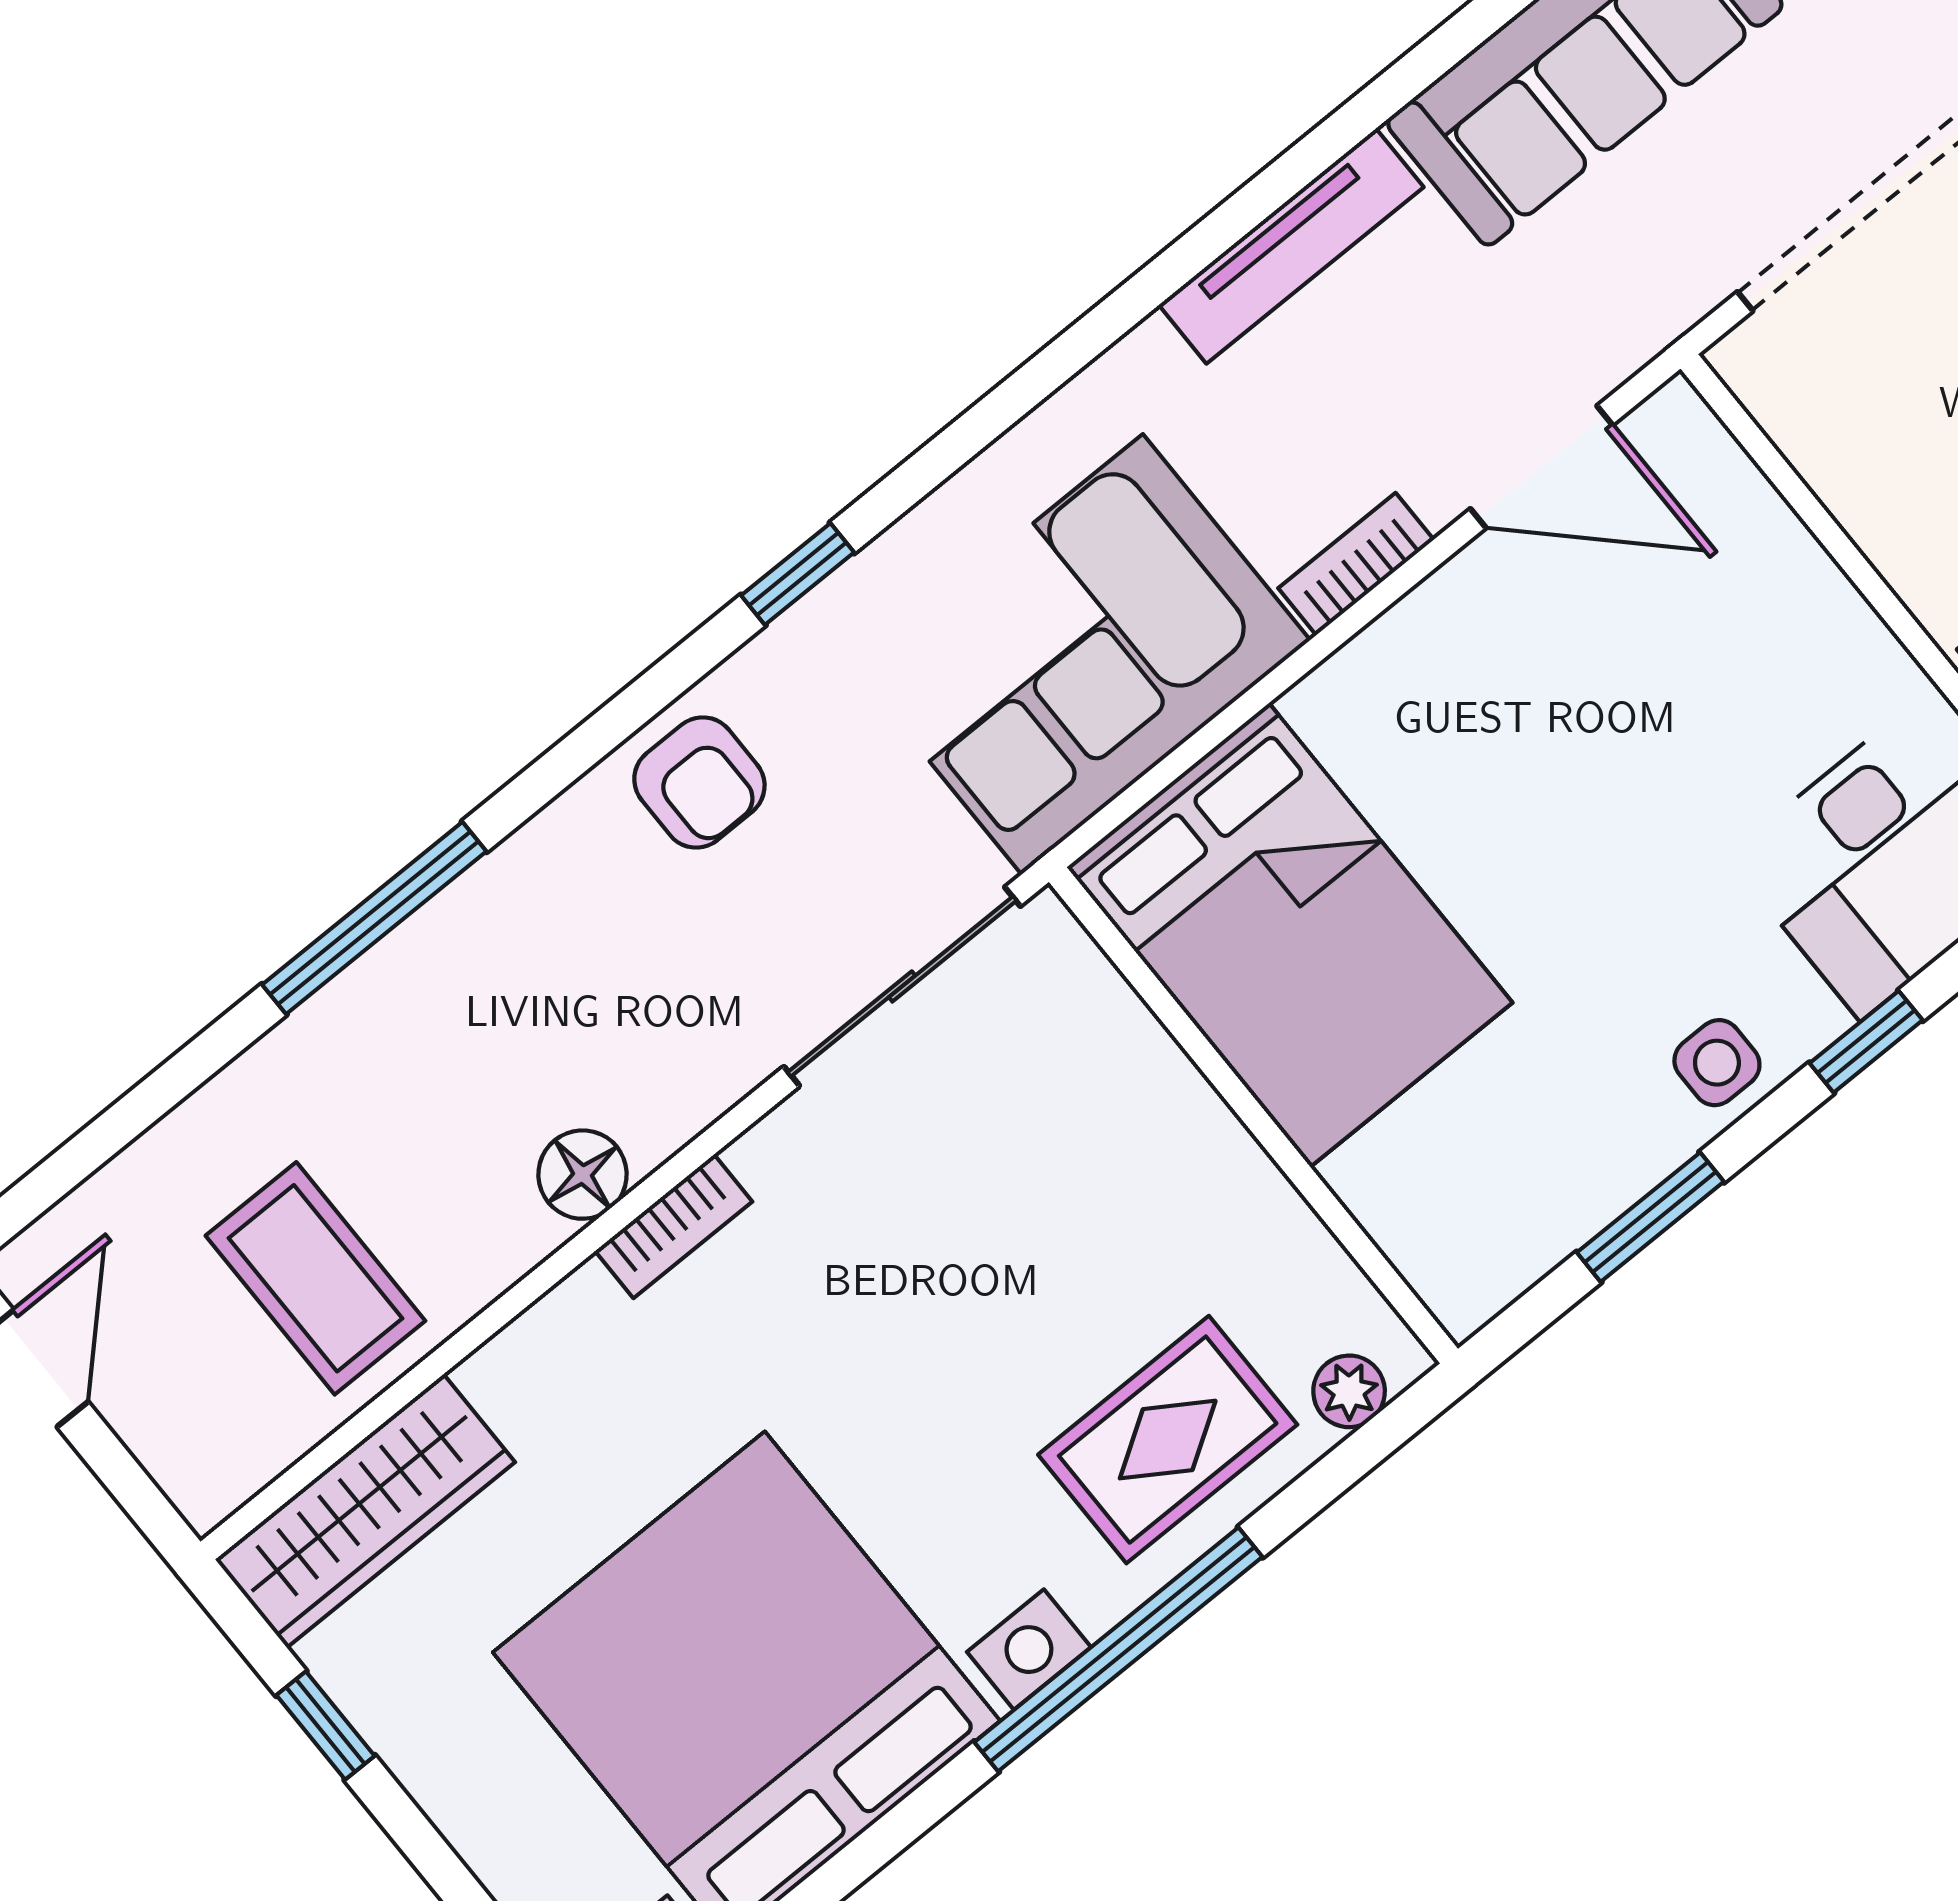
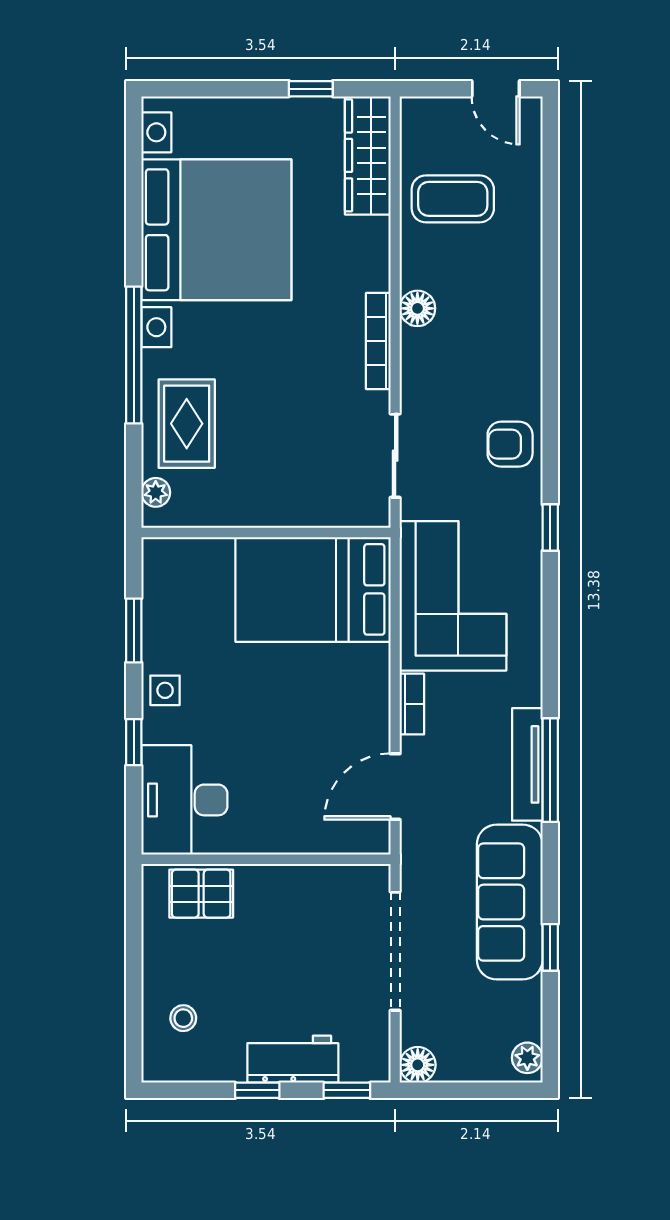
window: (374, 918) -> (550, 770), moved
sliding door: (902, 986) -> (395, 456), width x0.73
bookcase: (674, 1226) -> (378, 341), width x1.56

